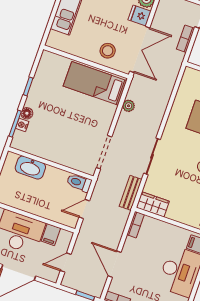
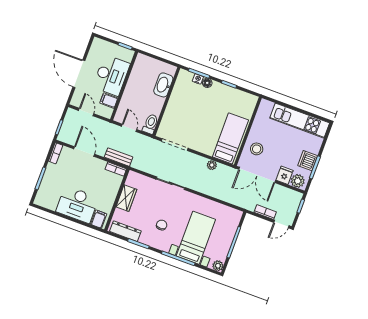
bench: (131, 193) -> (119, 157), moved
wardrobe: (153, 204) -> (126, 198), moved
door: (114, 264) -> (84, 151), hinge flipped

